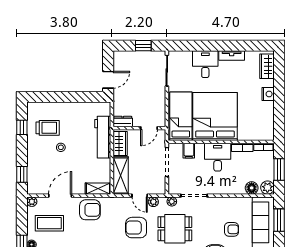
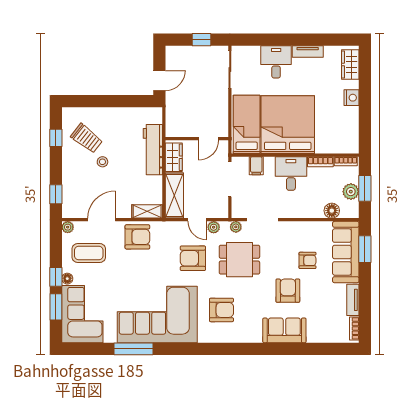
dresser: (123, 121) -> (177, 131), removed
trolley: (48, 128) -> (87, 138), turned 38
plant: (267, 188) -> (351, 192), moved

